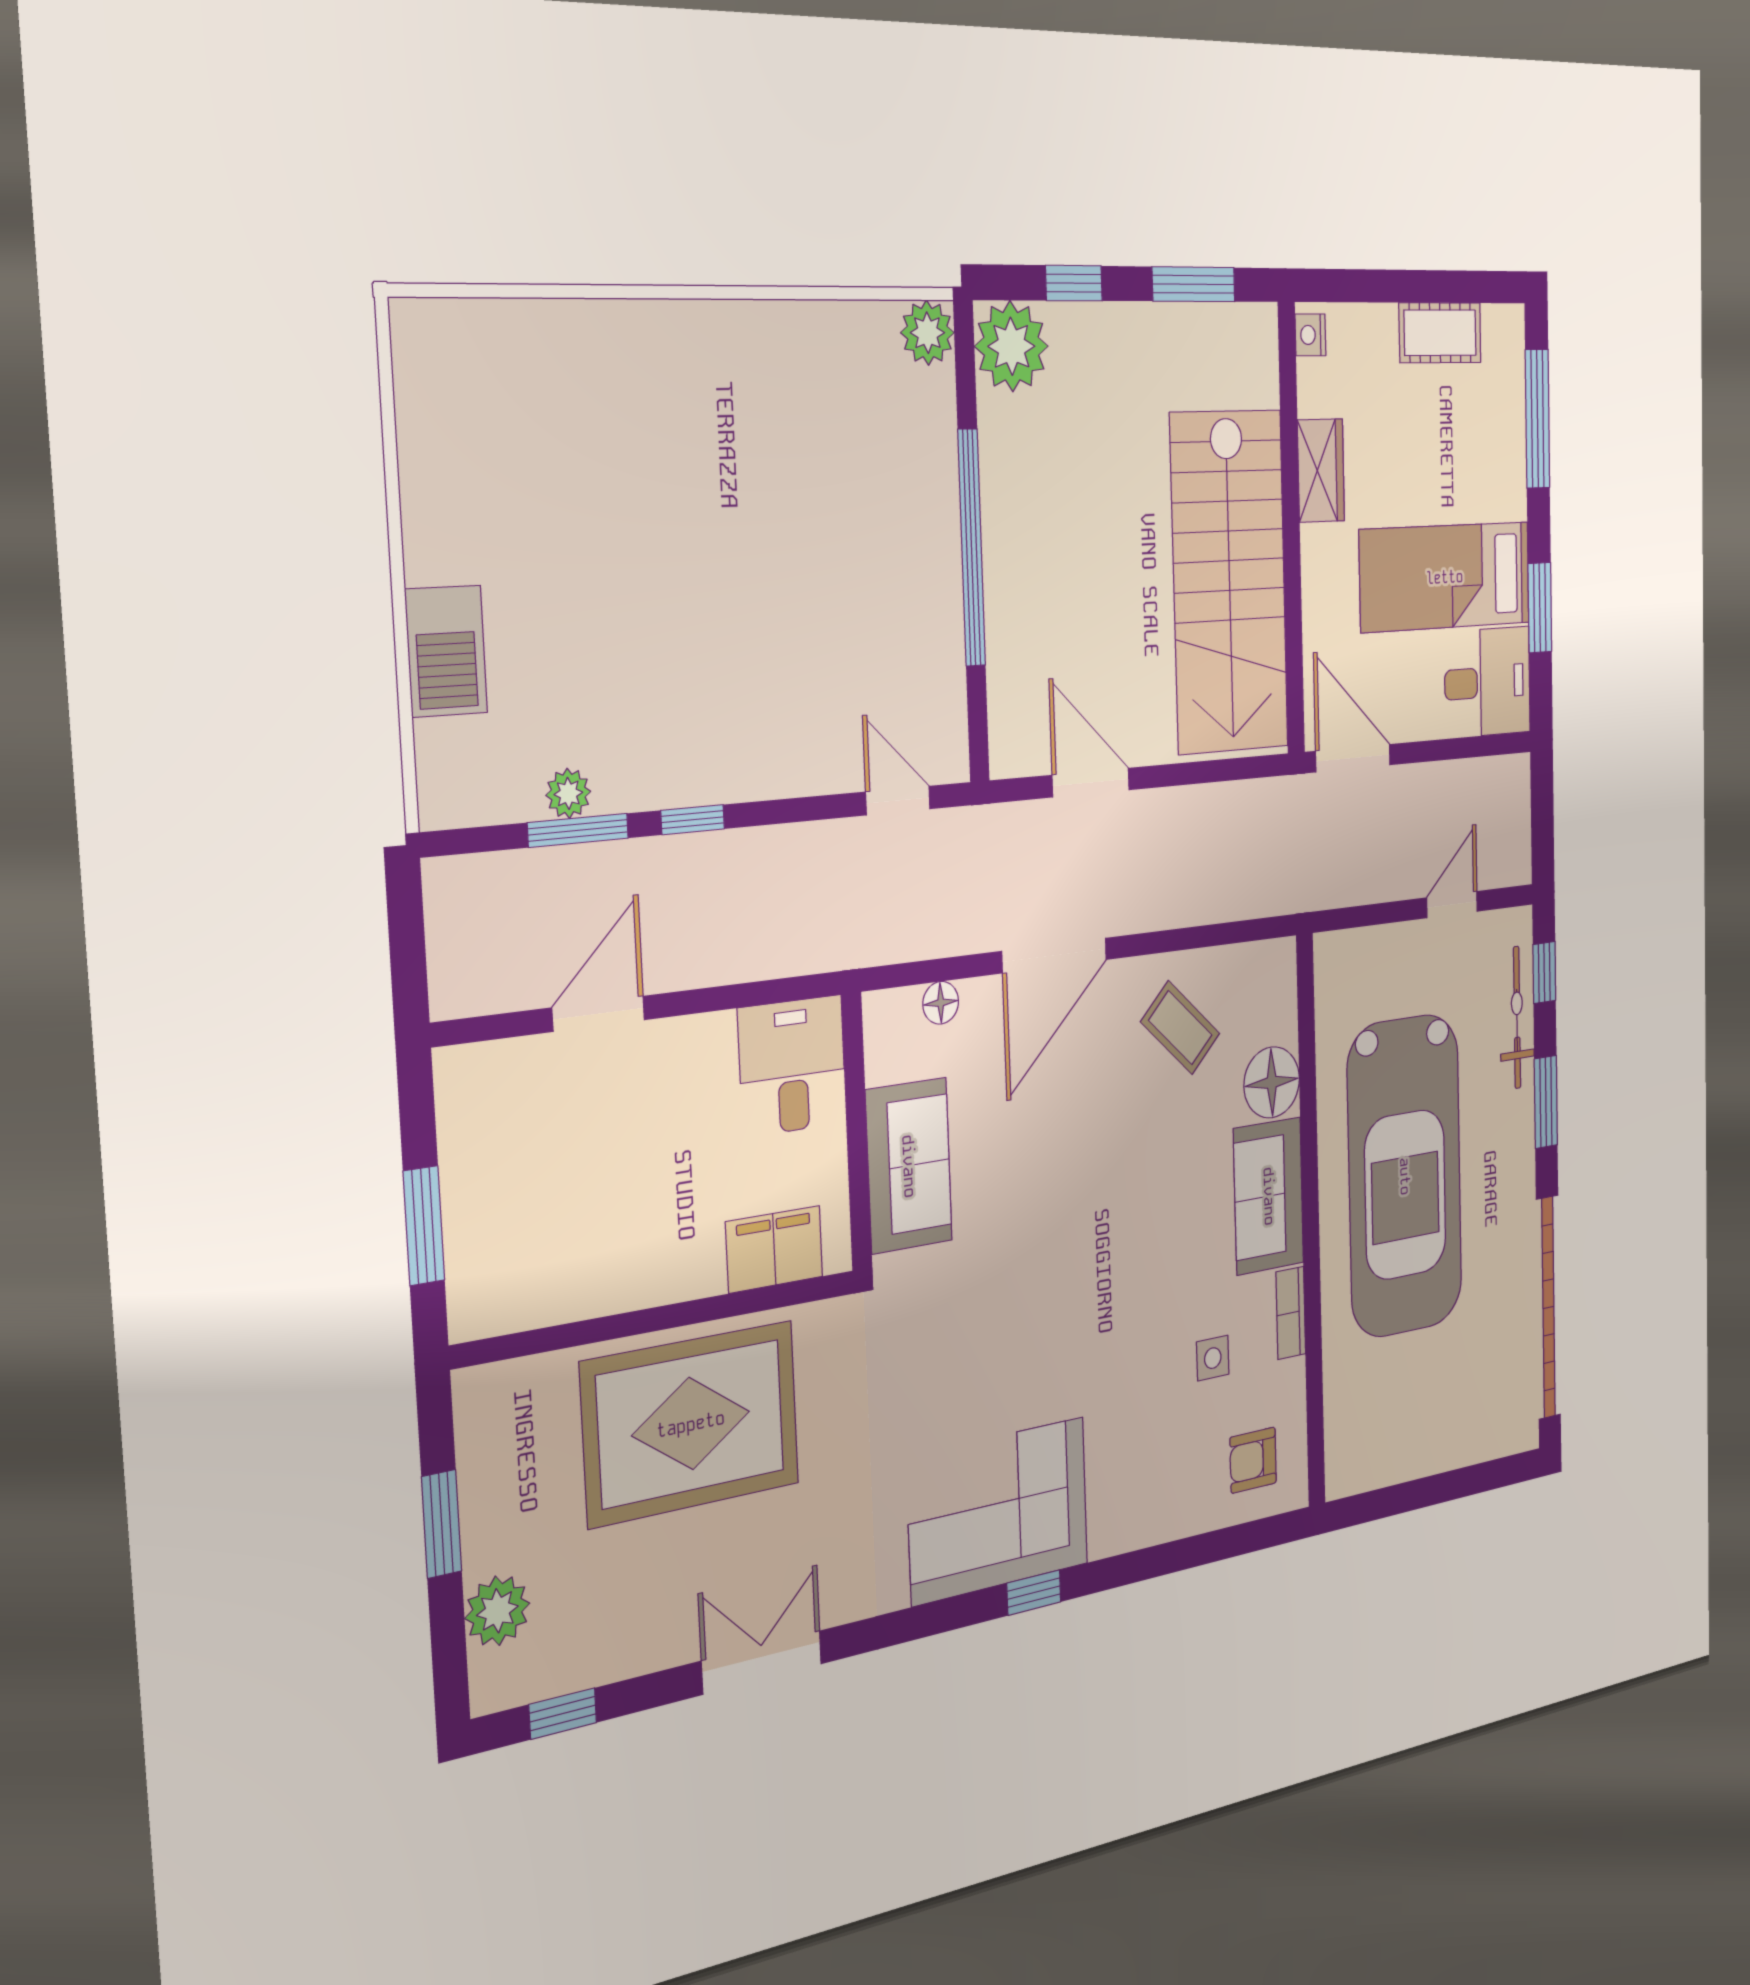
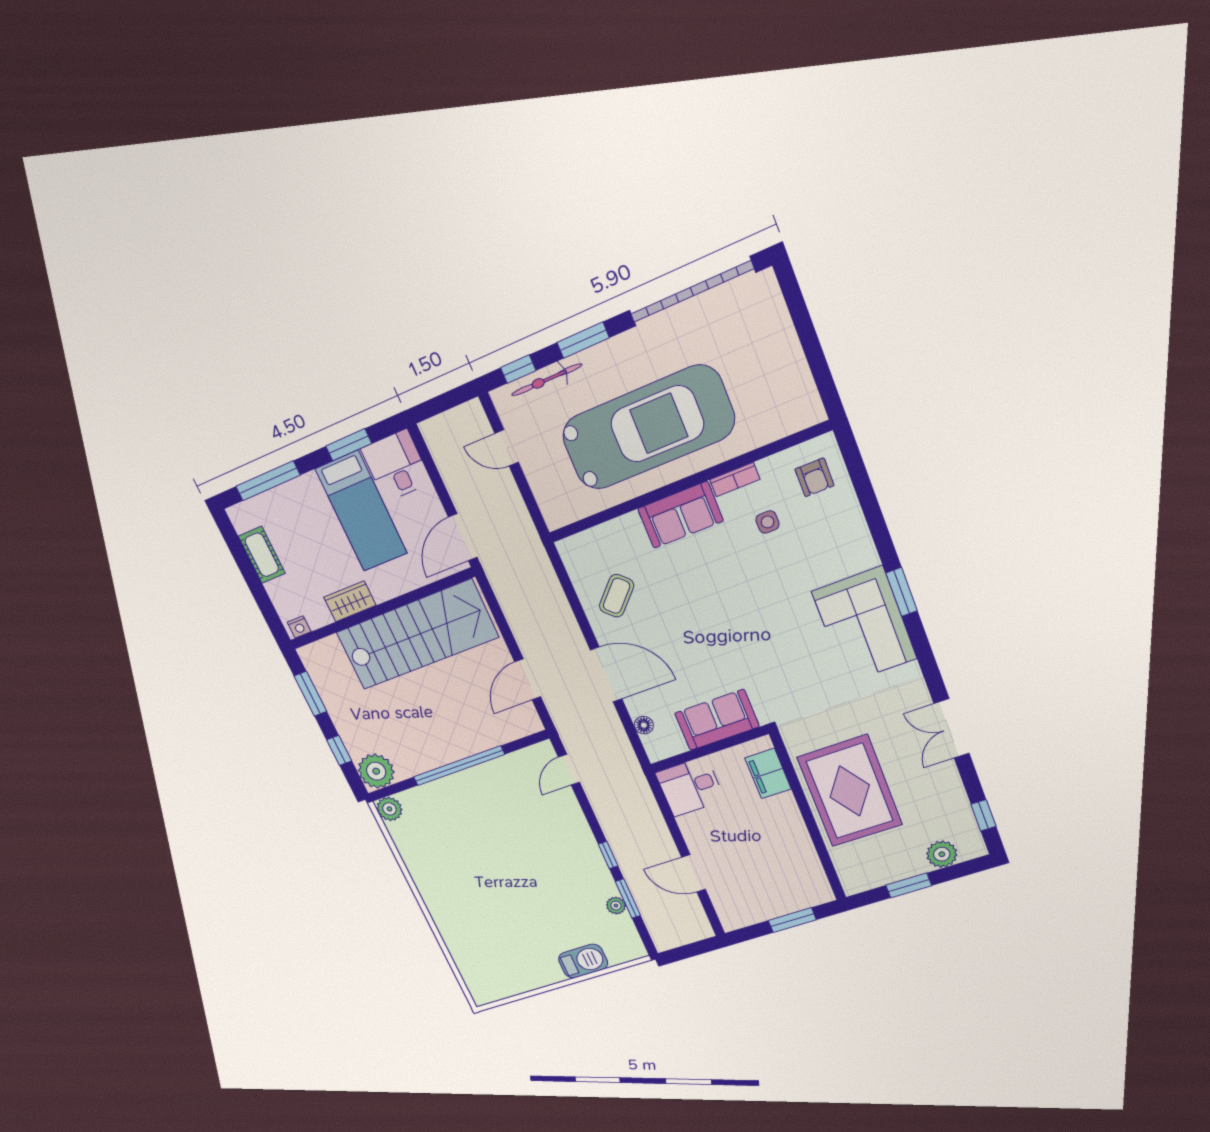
floor lamp: (1272, 1082) -> (626, 533), removed
window: (1034, 1593) -> (902, 592), width x1.50

